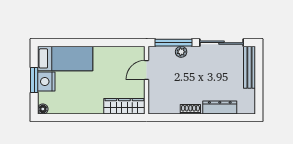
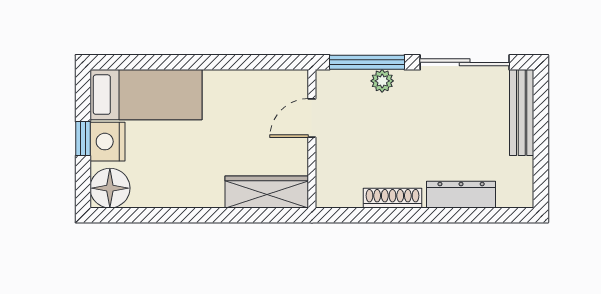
window: (34, 80) -> (83, 139), width x0.67
floor lamp: (43, 109) -> (110, 188), width x1.89, depth x1.89
shoe rack: (190, 109) -> (392, 198), width x1.43

